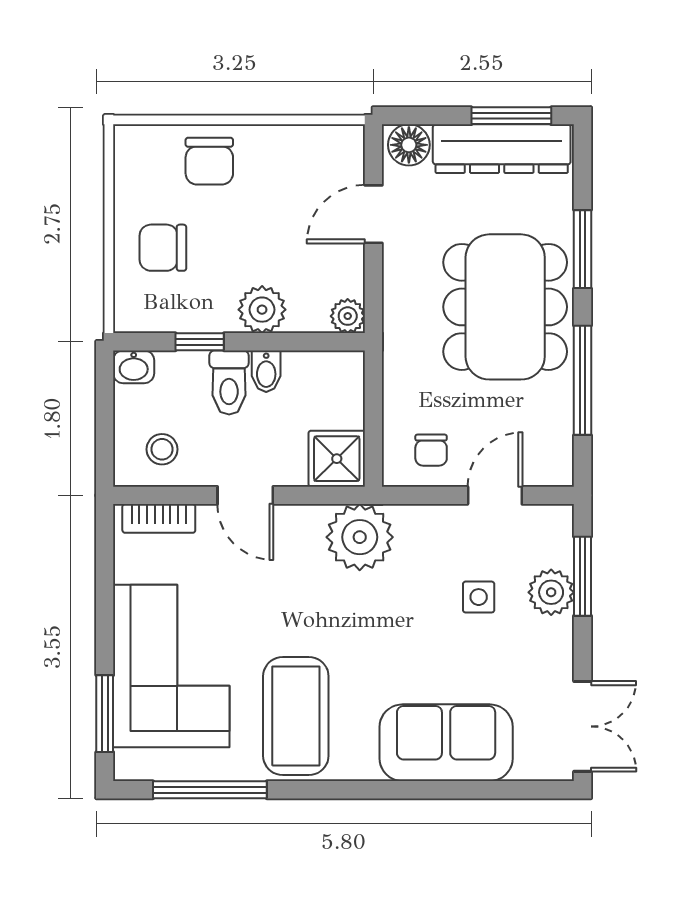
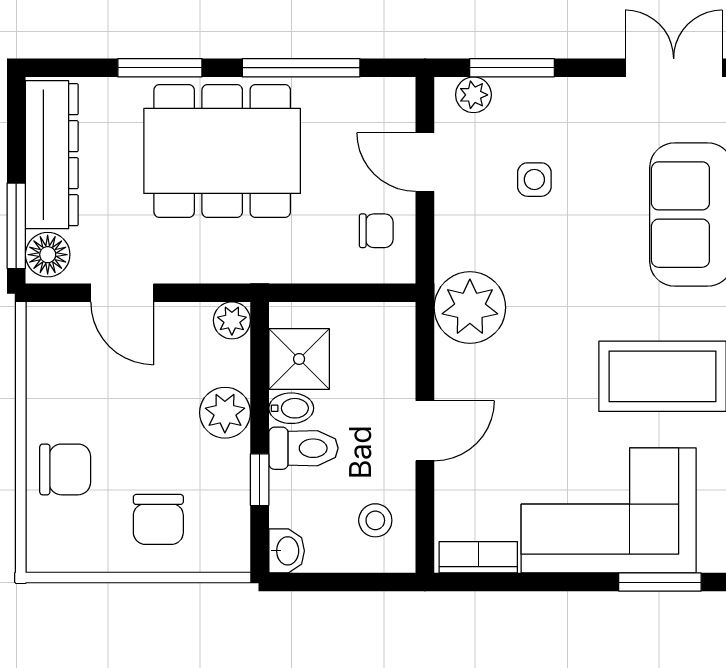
window: (511, 116) -> (16, 226), moved
shower: (337, 459) -> (299, 359), moved
bookcase: (159, 518) -> (478, 557), moved, turned -90
plant: (551, 592) -> (473, 95), moved, width x0.73, depth x0.73

